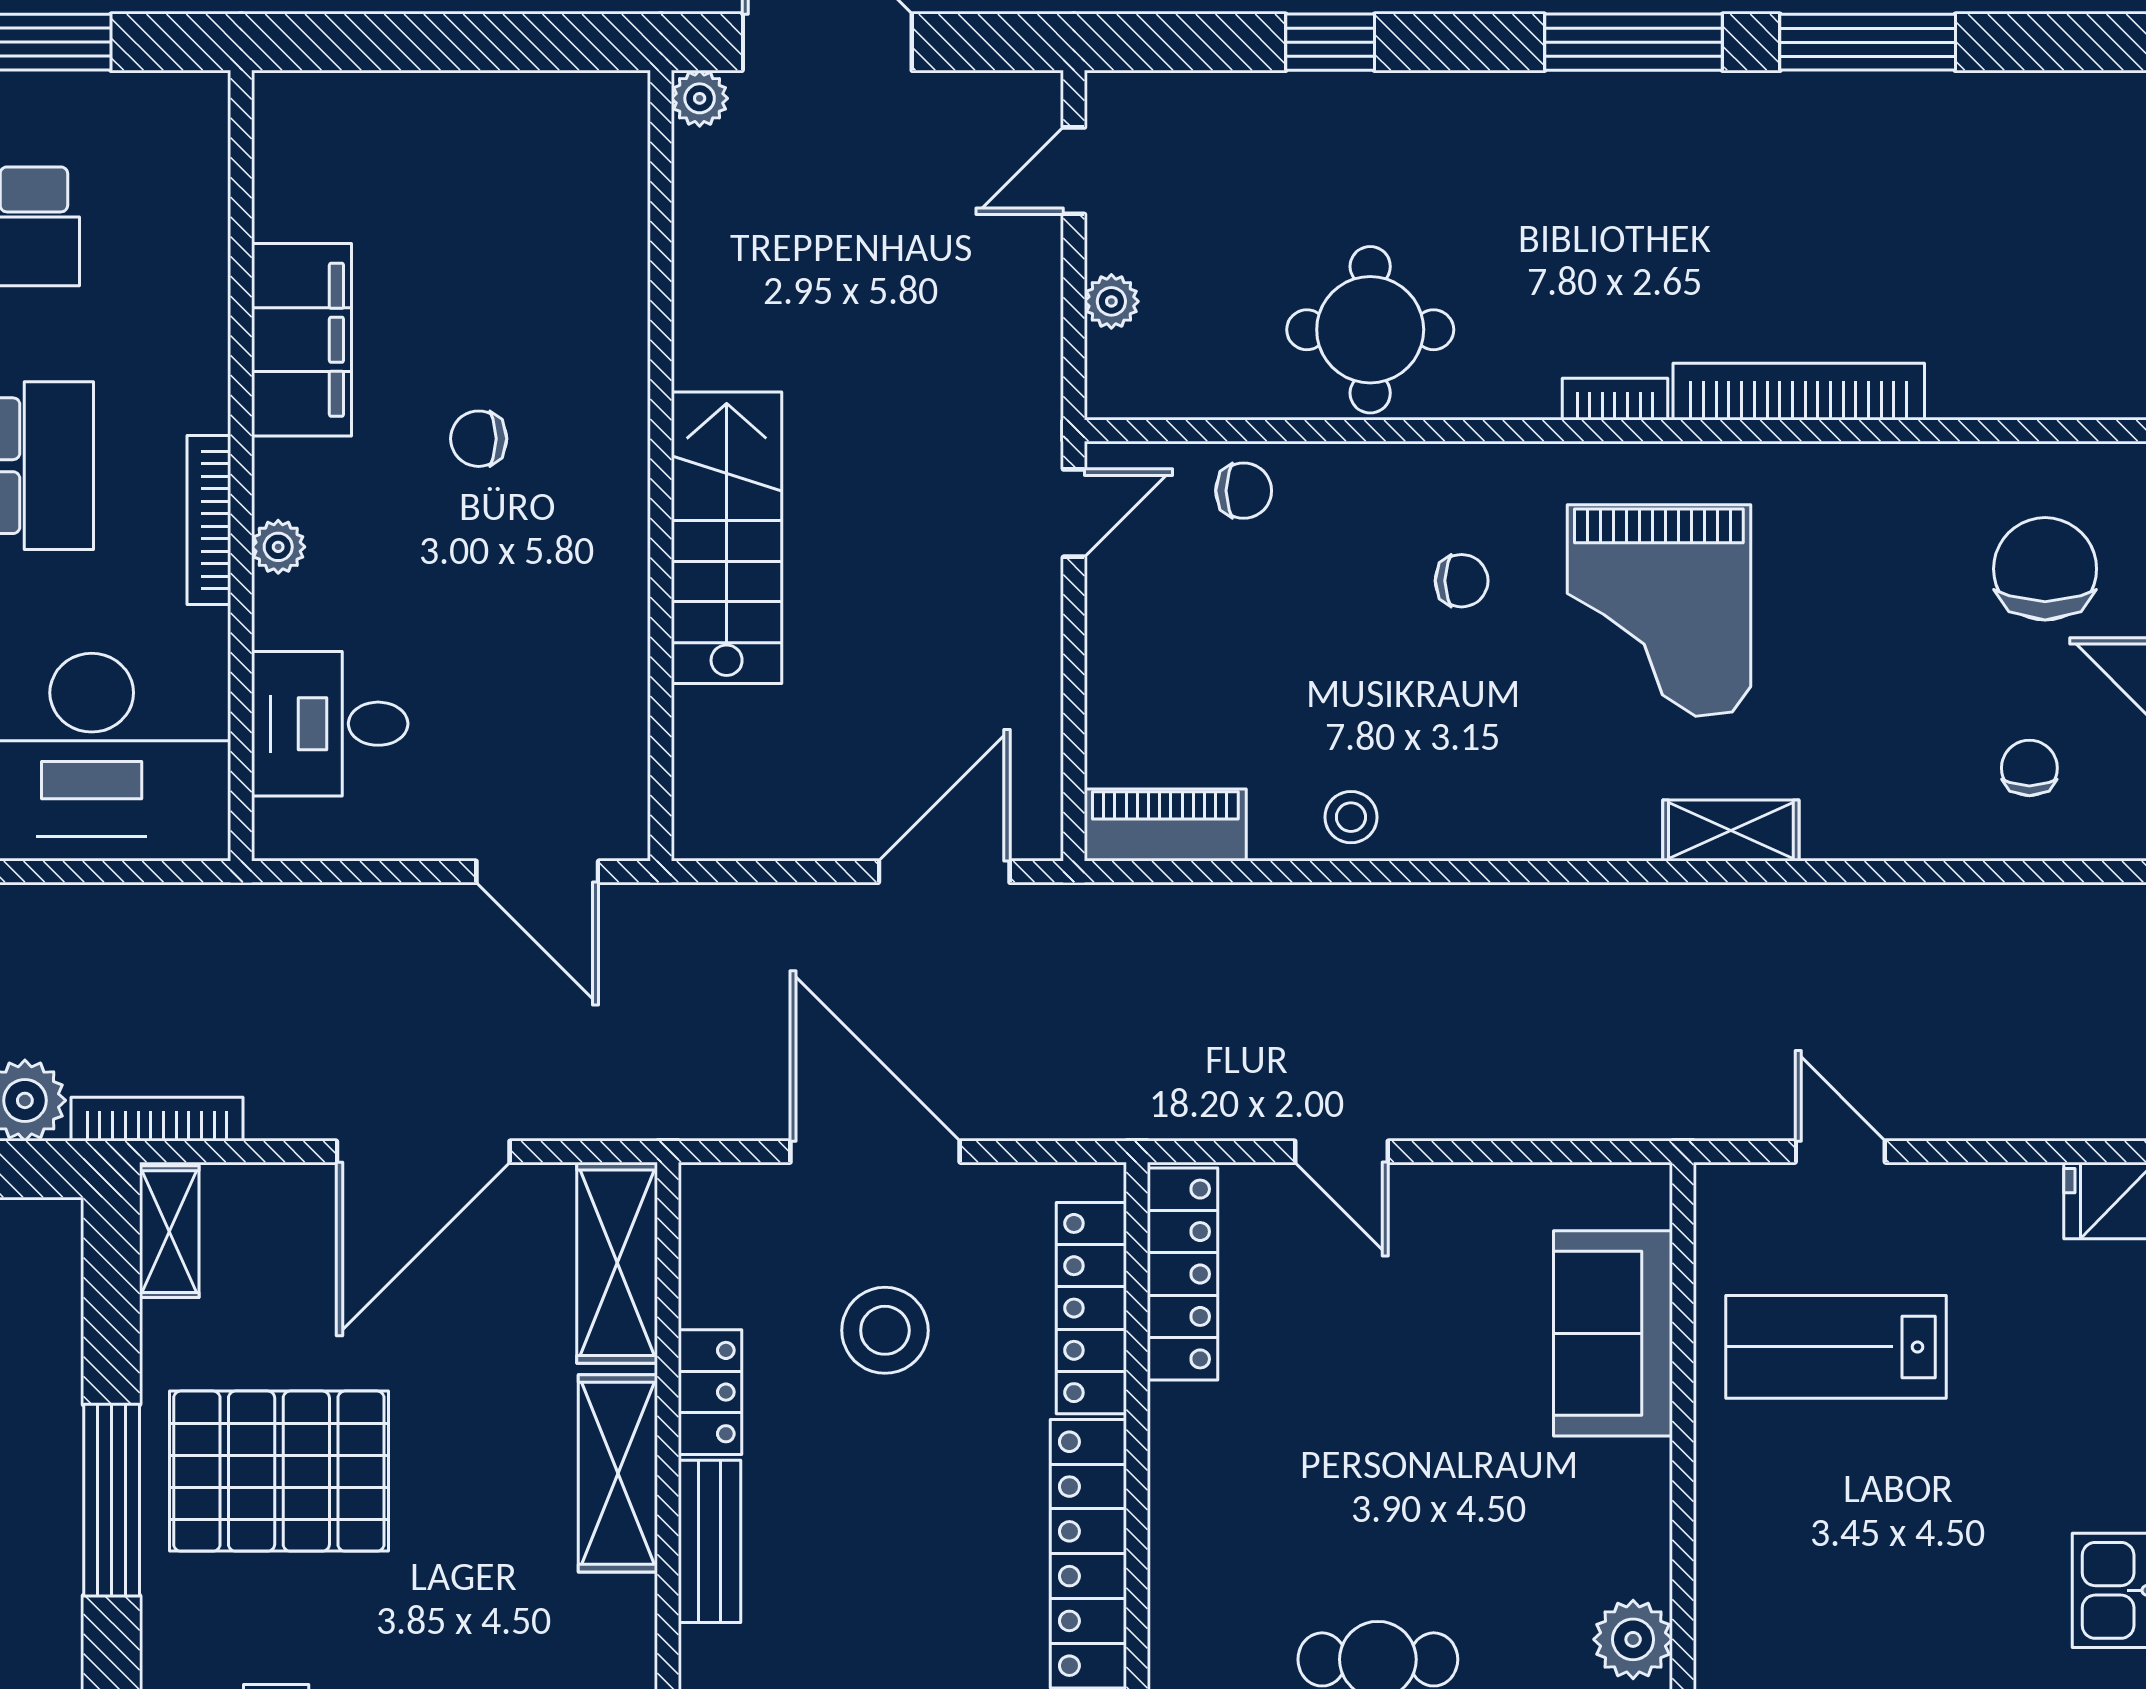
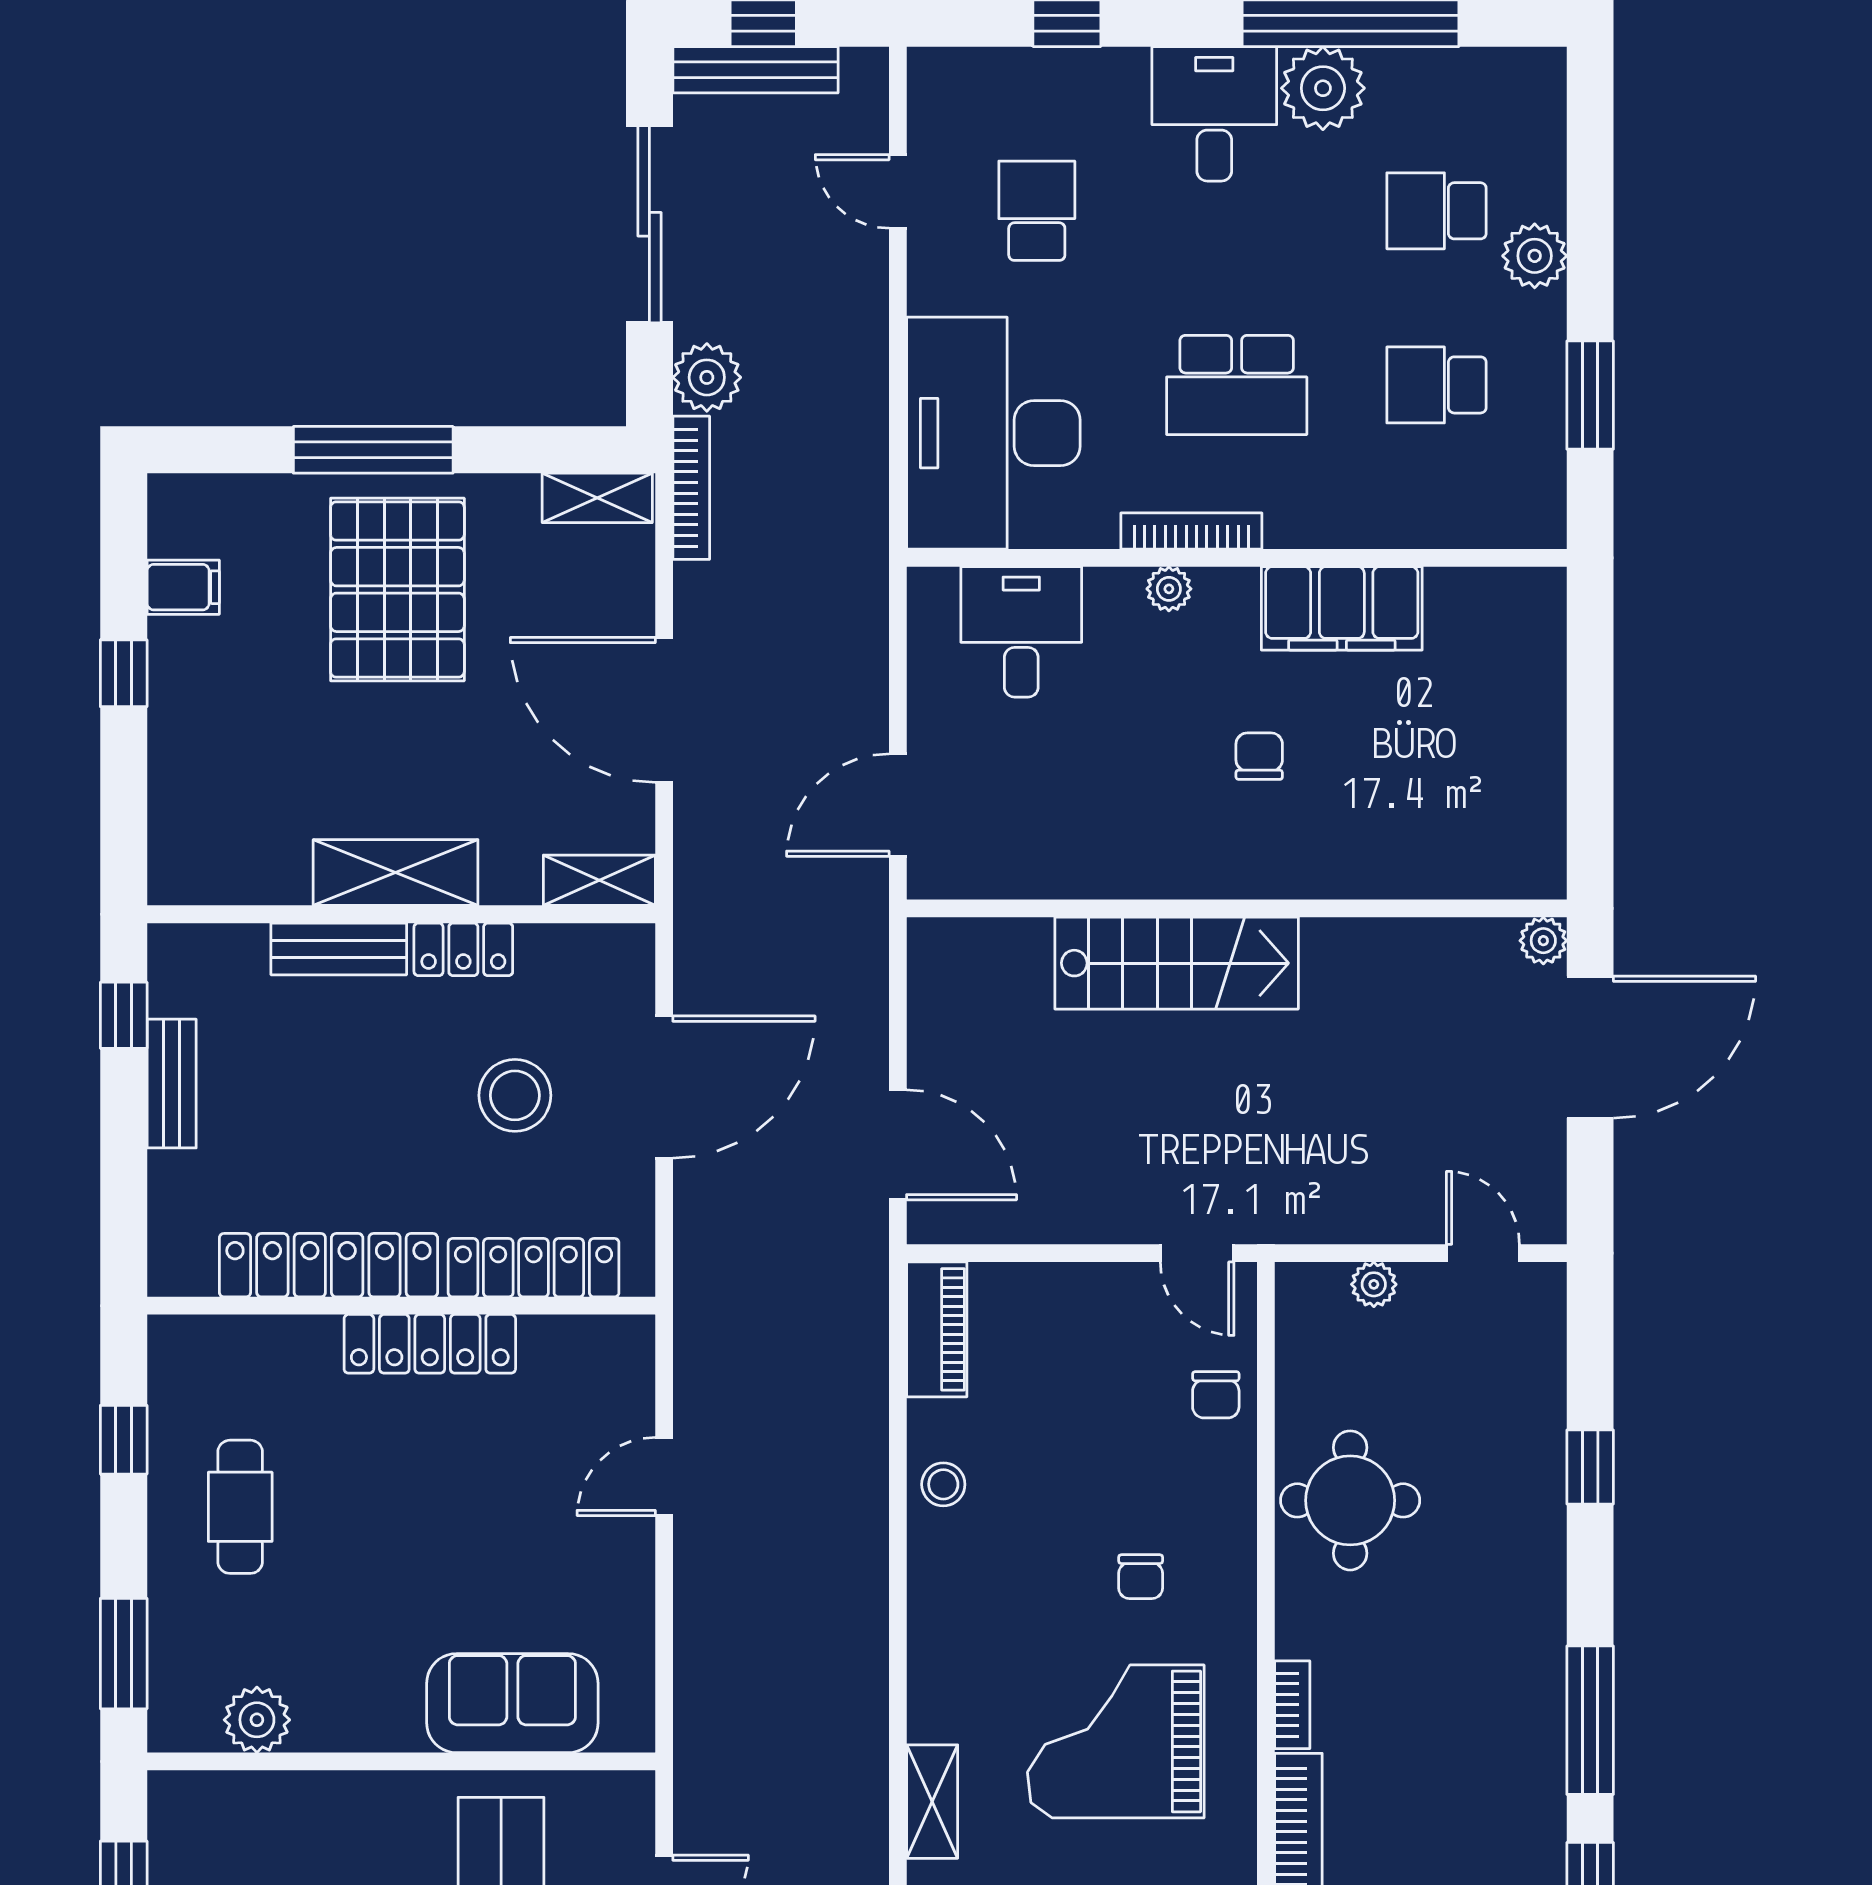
shelving: (617, 1263) -> (599, 880), width x0.67, depth x0.75
locker: (1183, 1274) -> (430, 1344), moved

